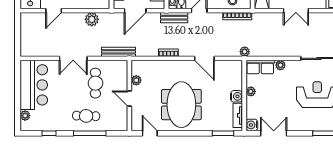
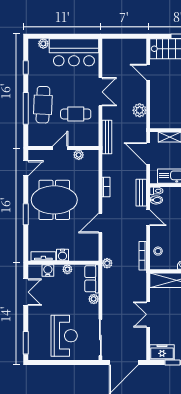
double door: (73, 58) -> (100, 92), swing flipped
cafe table: (86, 116) -> (43, 105), width x1.37, depth x1.35
water cooler: (252, 125) -> (48, 270), moved
window: (223, 133) -> (26, 214), moved

